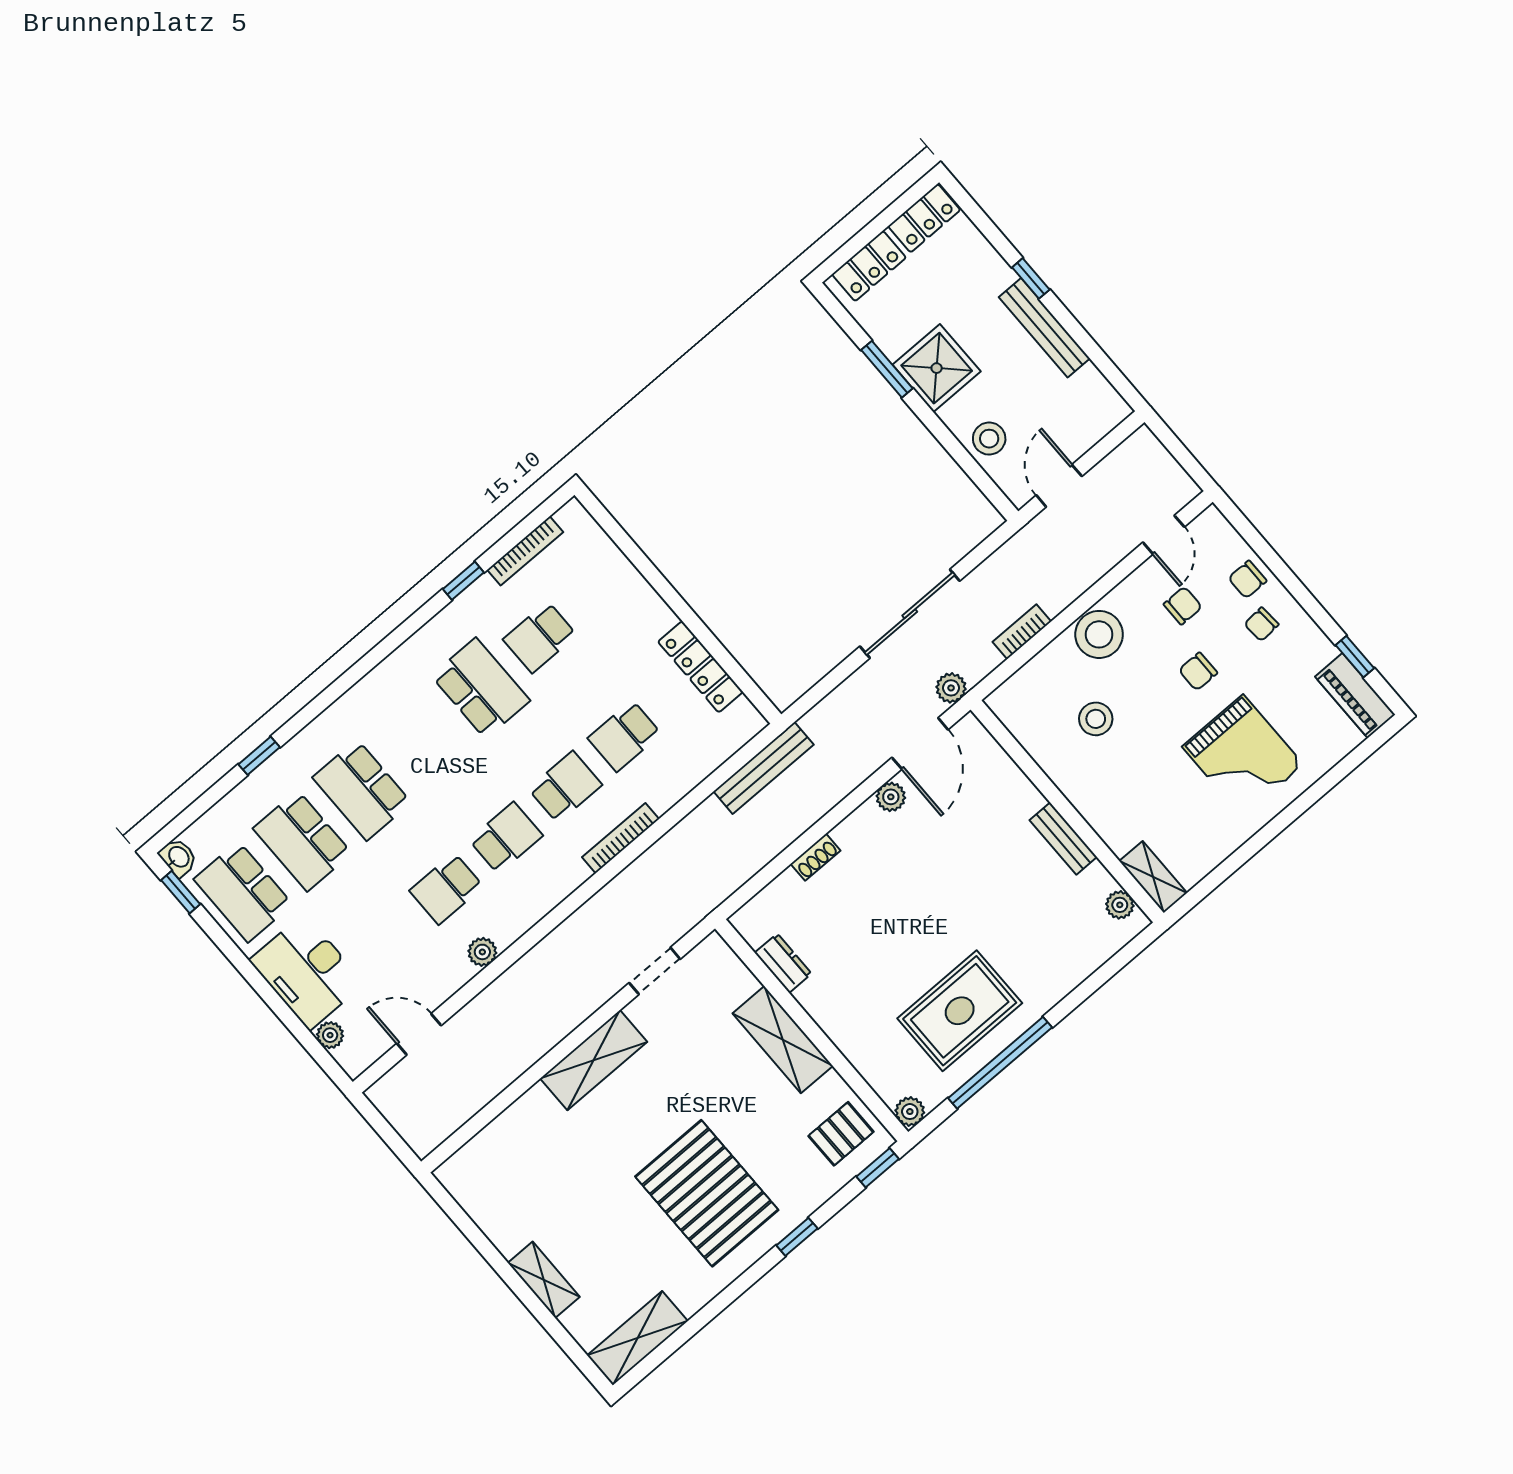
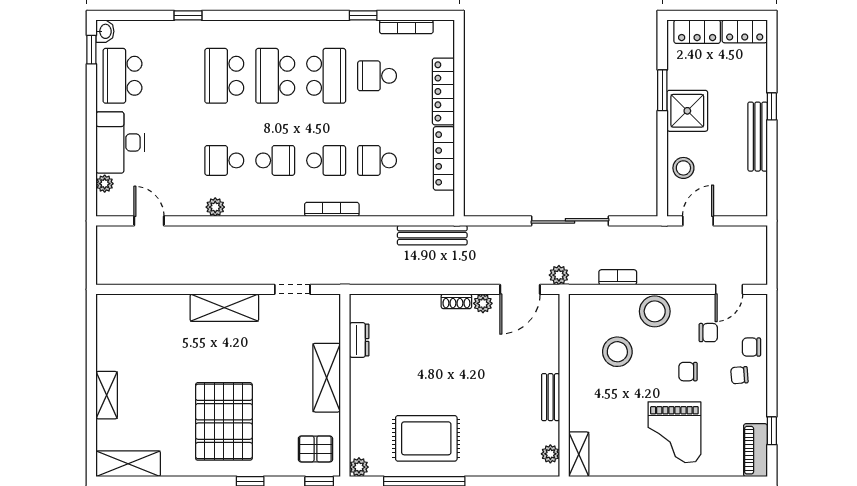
locker: (633, 589) -> (443, 91), added
stool: (1096, 719) -> (617, 352), width x1.38, depth x1.38
school desk: (302, 841) -> (275, 76), moved
shoe rack: (816, 857) -> (456, 301), moved

